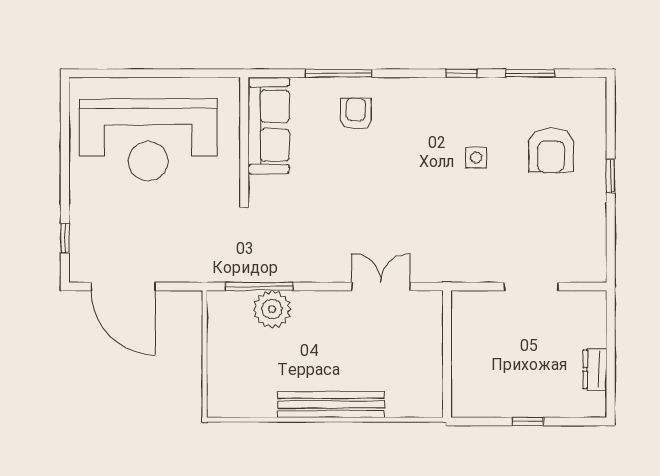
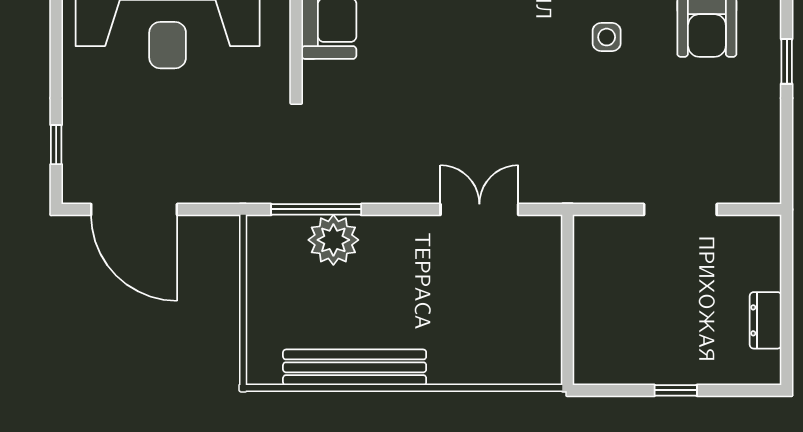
bench: (331, 404) -> (355, 367), moved

